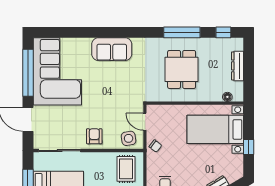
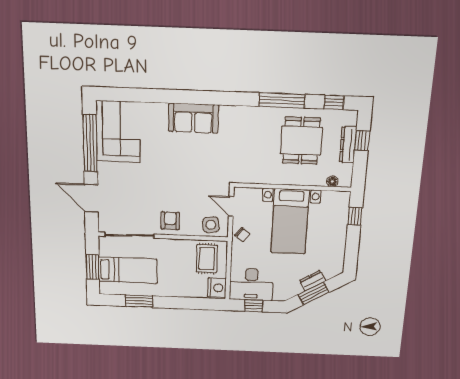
window: (249, 62) -> (362, 141), added
dining table: (182, 69) -> (301, 141), moved
corner sofa: (57, 71) -> (118, 132), width x0.73, depth x0.74
bed with nightstands: (215, 129) -> (290, 222), moved, turned -90
window: (249, 147) -> (355, 216), moved

